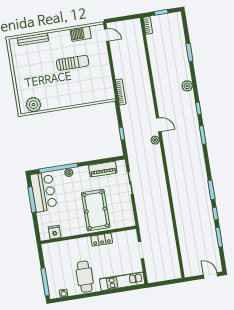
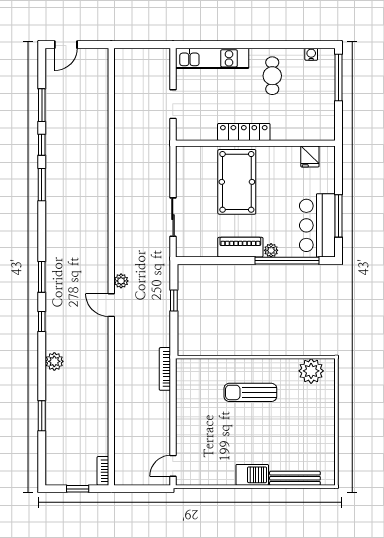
barbecue: (81, 34) -> (252, 475), moved
door: (107, 35) -> (173, 466), hinge flipped
sun lounger: (73, 63) -> (250, 392), moved
piano: (103, 169) -> (240, 247), moved
locker: (102, 240) -> (244, 132), width x1.53
door: (210, 275) -> (66, 45), hinge flipped
cafe table: (85, 277) -> (272, 76), width x0.73, depth x0.74

